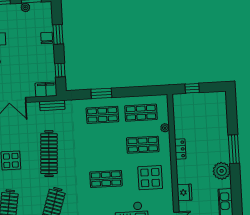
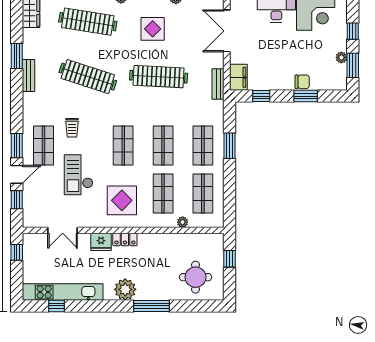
round table: (209, 115) -> (196, 277), added
shop shelf: (104, 147) -> (163, 145), added
locker: (180, 149) -> (125, 240), moved

